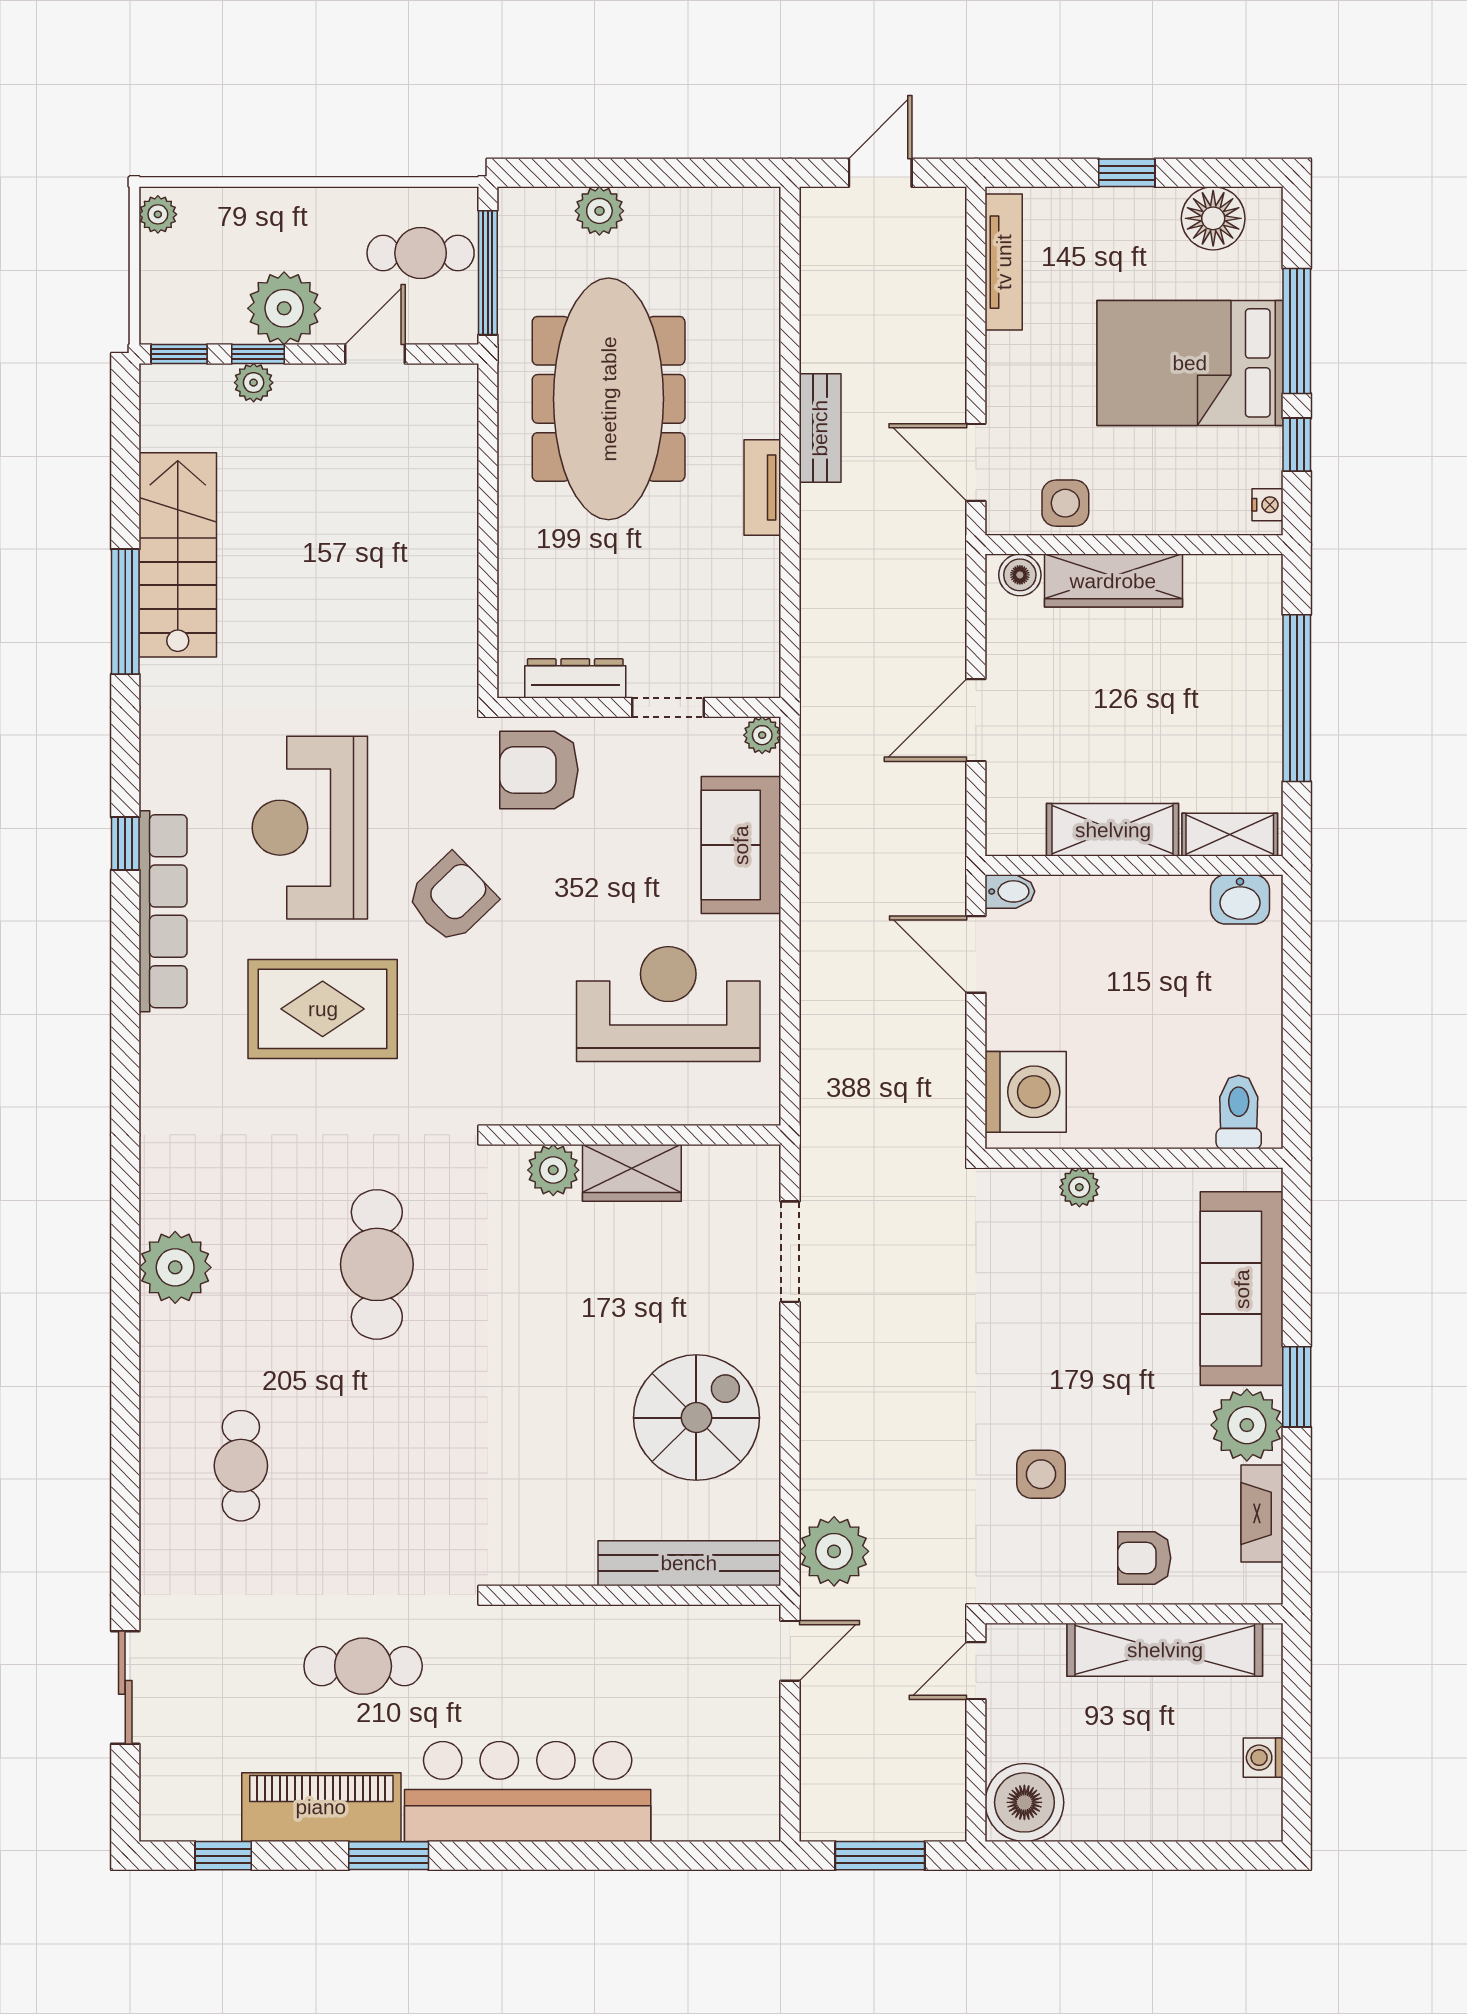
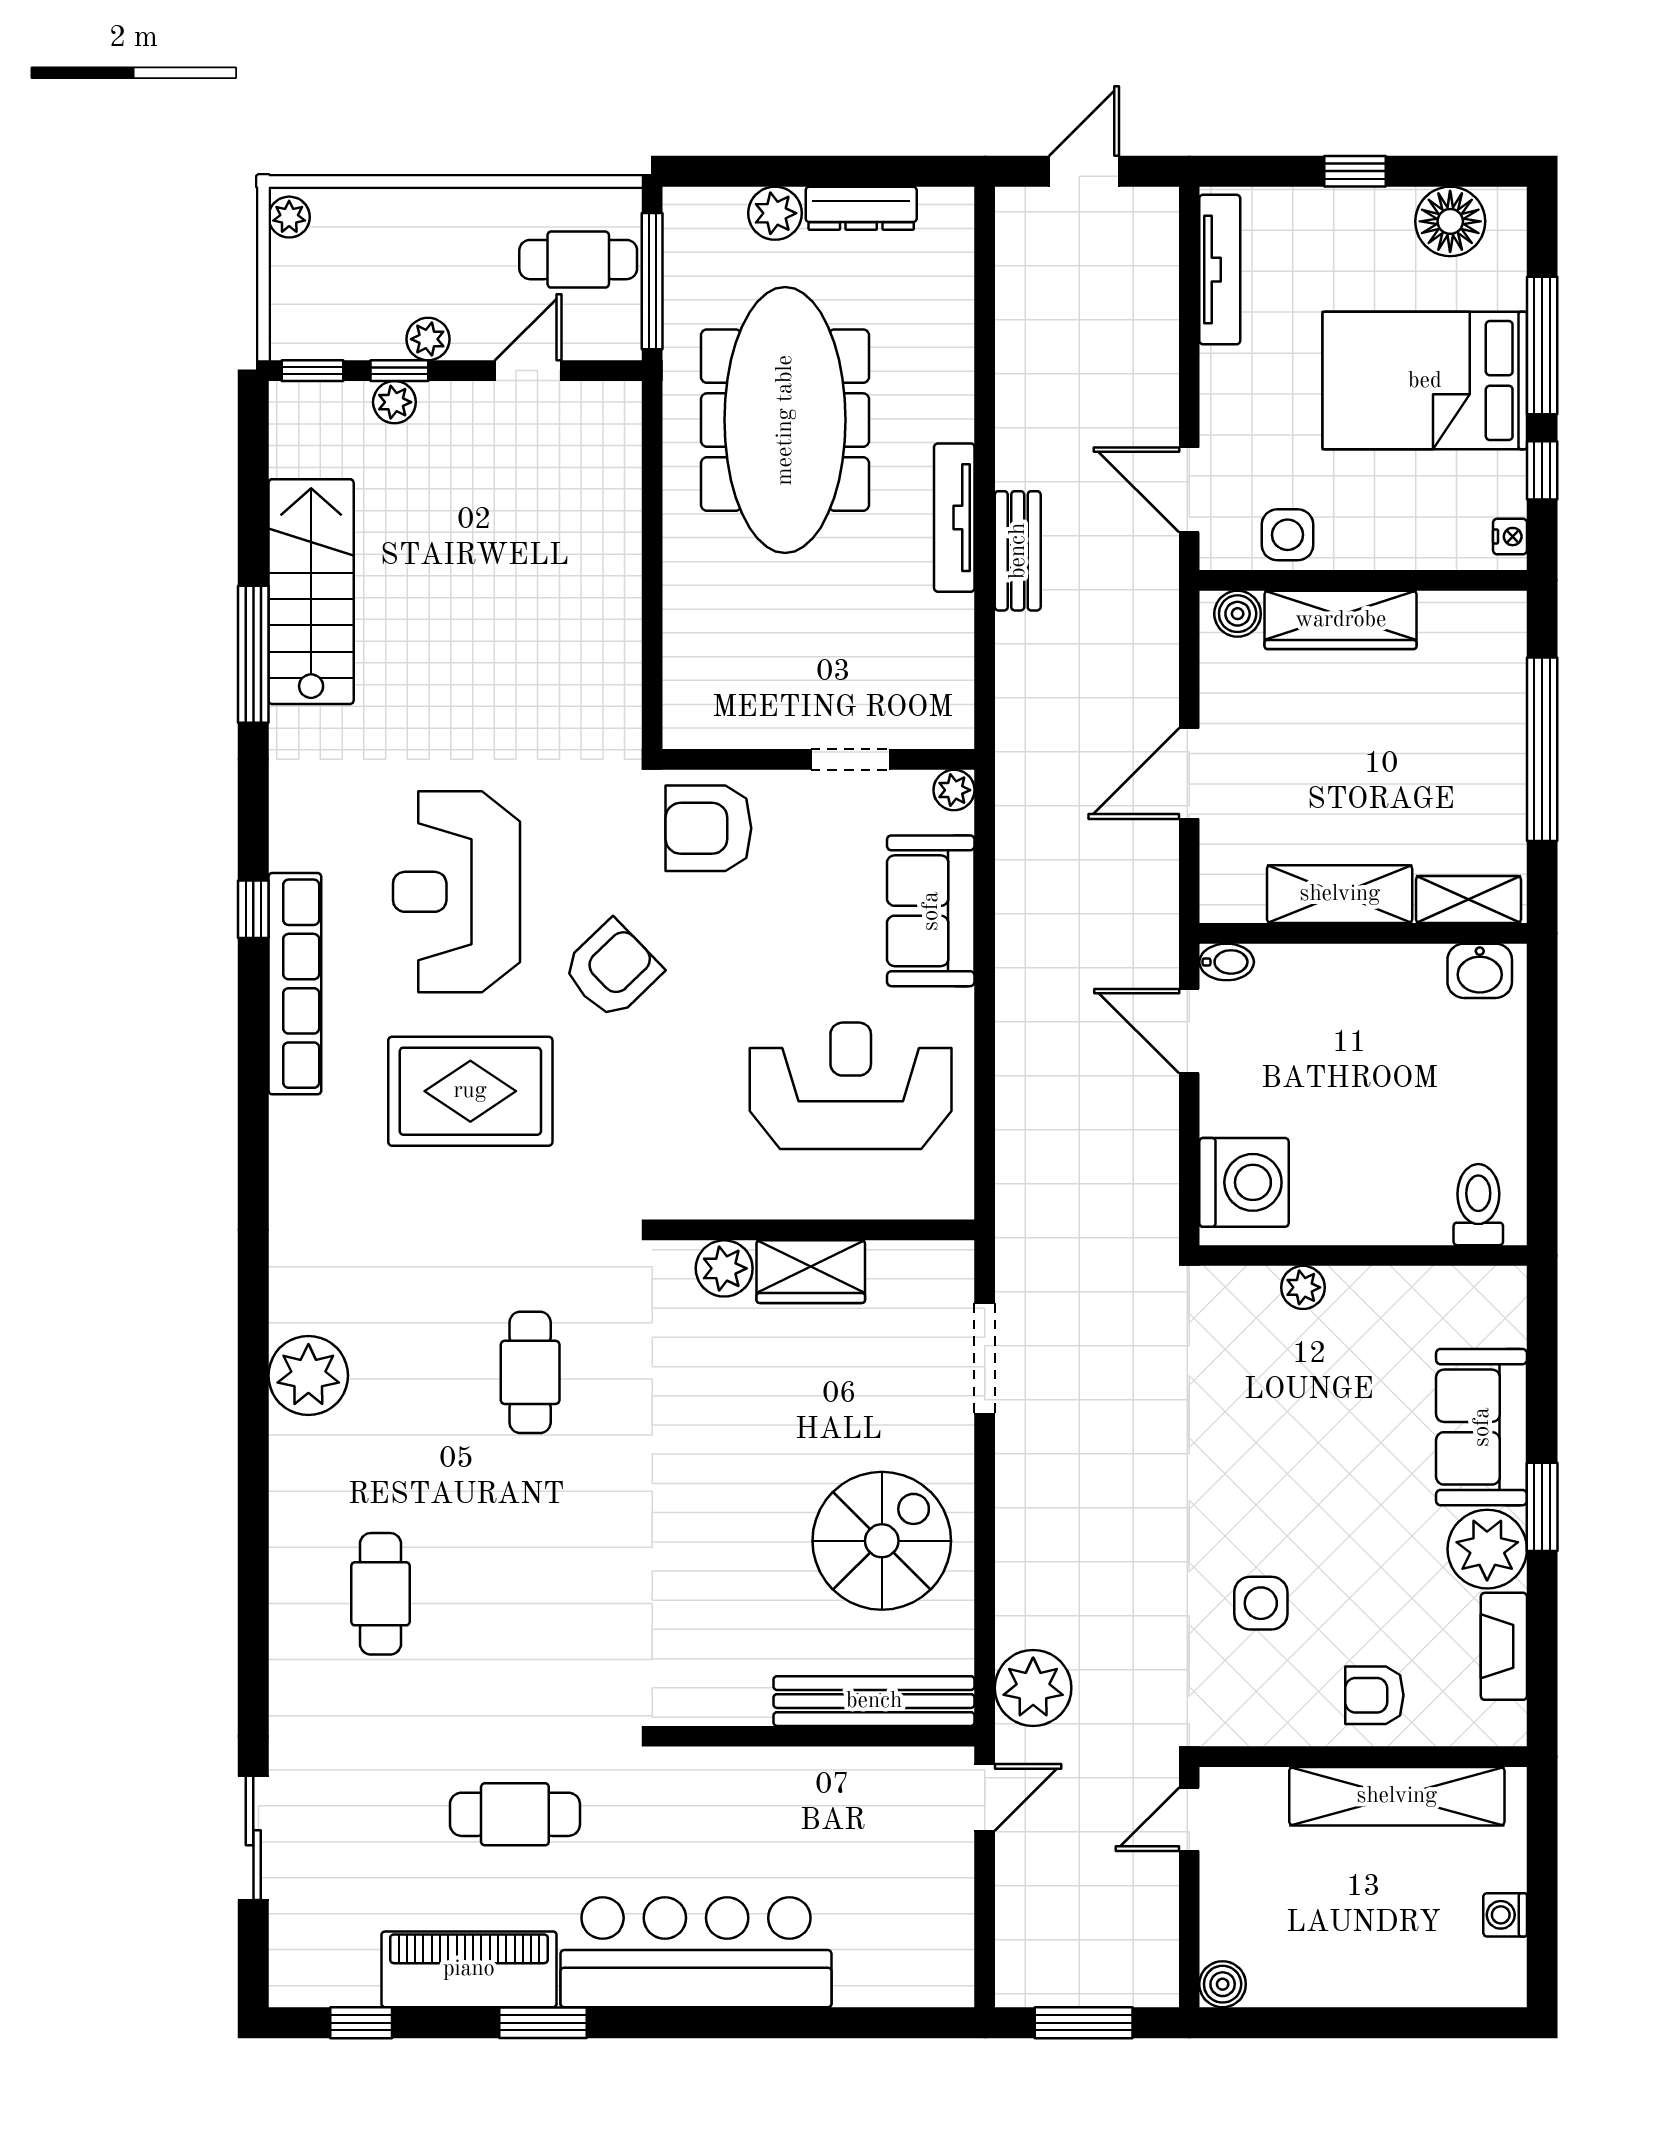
plant: (284, 308) -> (428, 339), width x0.53, depth x0.53
bench: (820, 428) -> (1018, 551), moved
tv unit: (762, 488) -> (954, 518), width x1.41
dresser: (575, 678) -> (861, 208), moved, turned 180
cafe table: (377, 1264) -> (530, 1372), width x0.73, depth x0.74
sofa: (1242, 1289) -> (1482, 1427), width x0.73
boiler: (1024, 1802) -> (1223, 1984), width x0.54, depth x0.54

